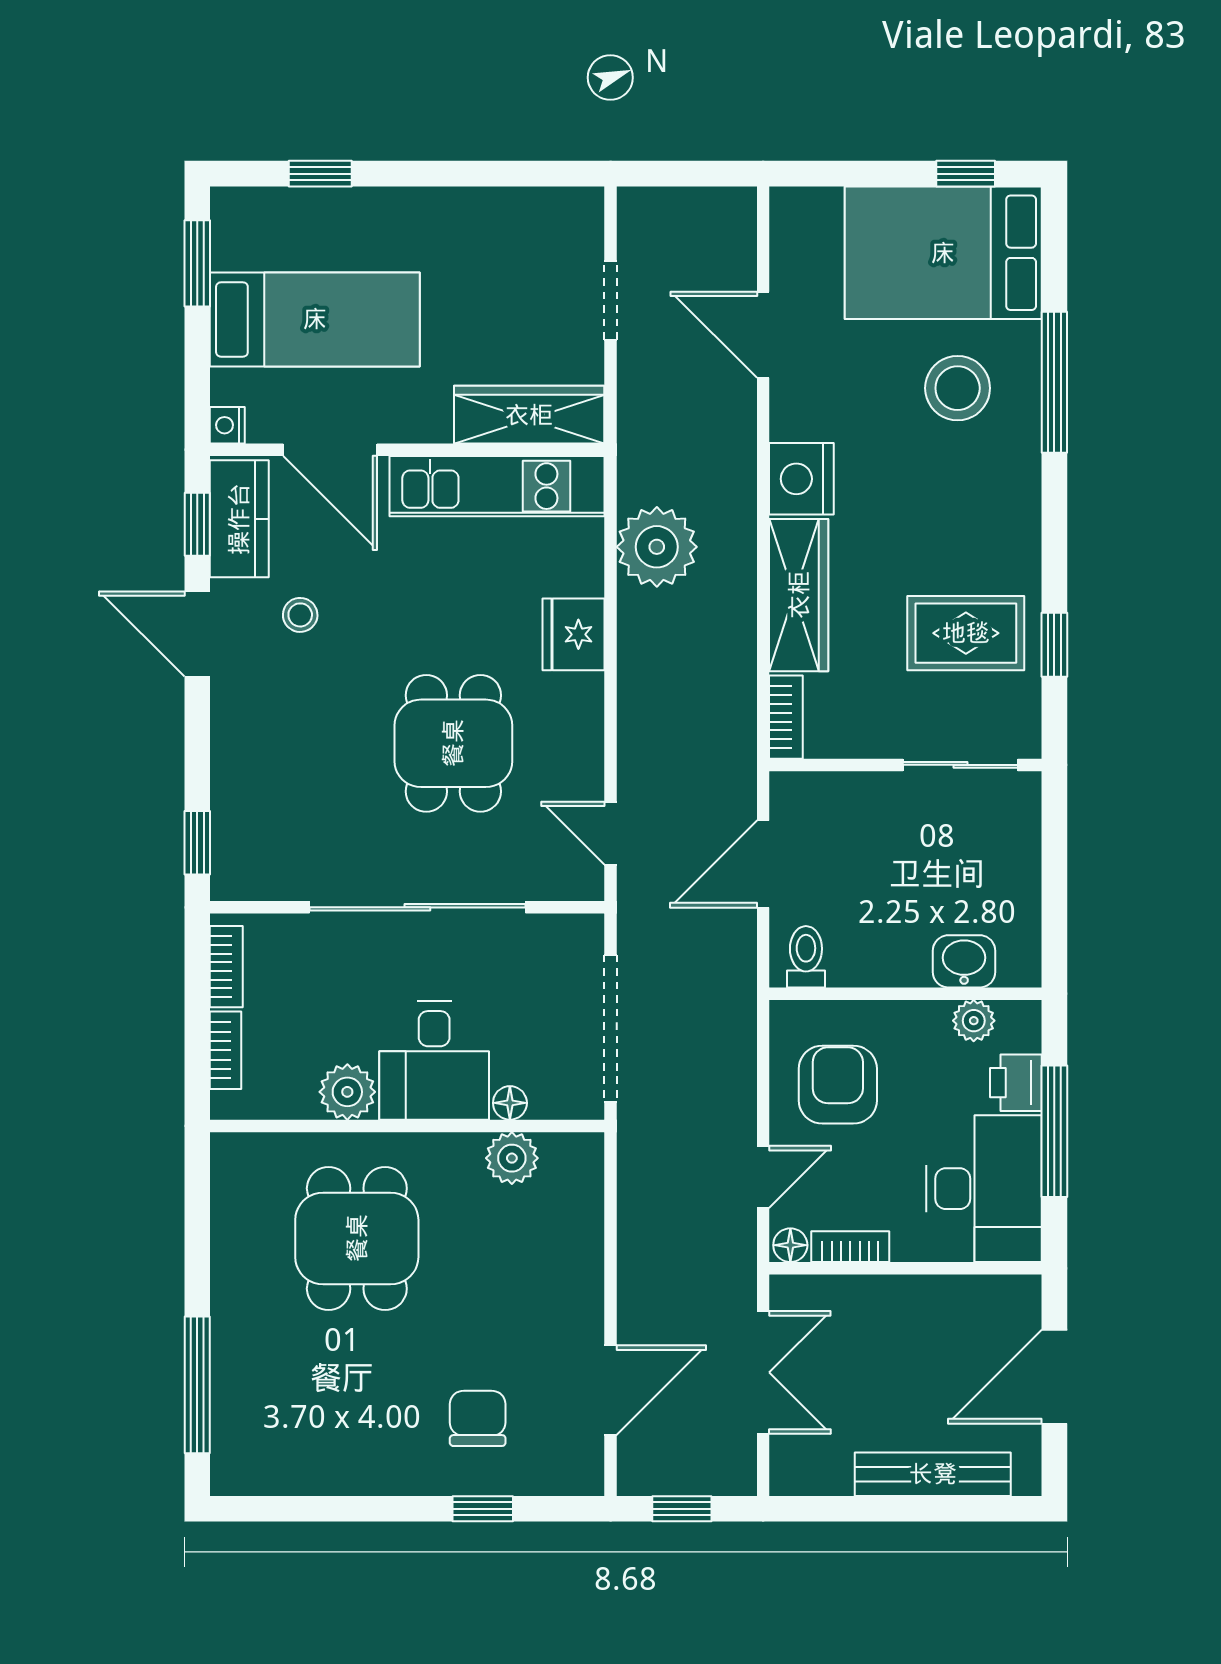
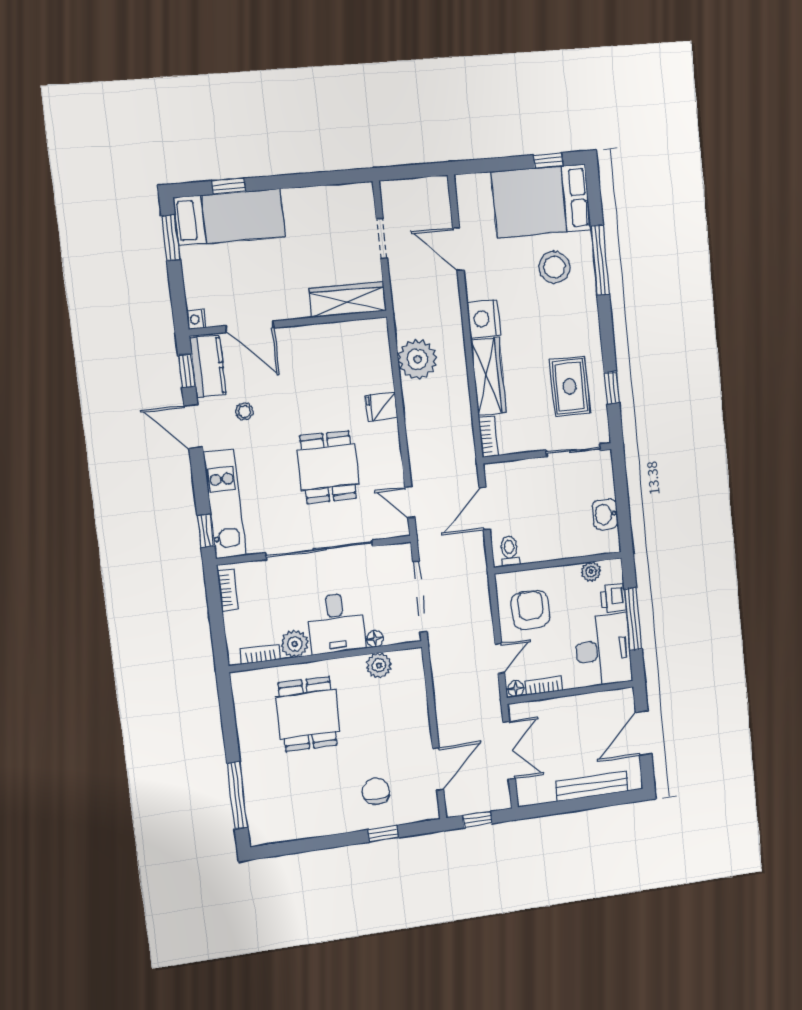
bed: (315, 319) -> (229, 217), moved
kitchen unit: (497, 486) -> (225, 504), moved, turned -90
rug: (966, 633) -> (570, 386), turned 90
fridge: (574, 634) -> (381, 407), width x0.72
washbasin: (964, 961) -> (605, 514), moved, turned -90
bookcase: (226, 1050) -> (261, 654), moved, turned -90

